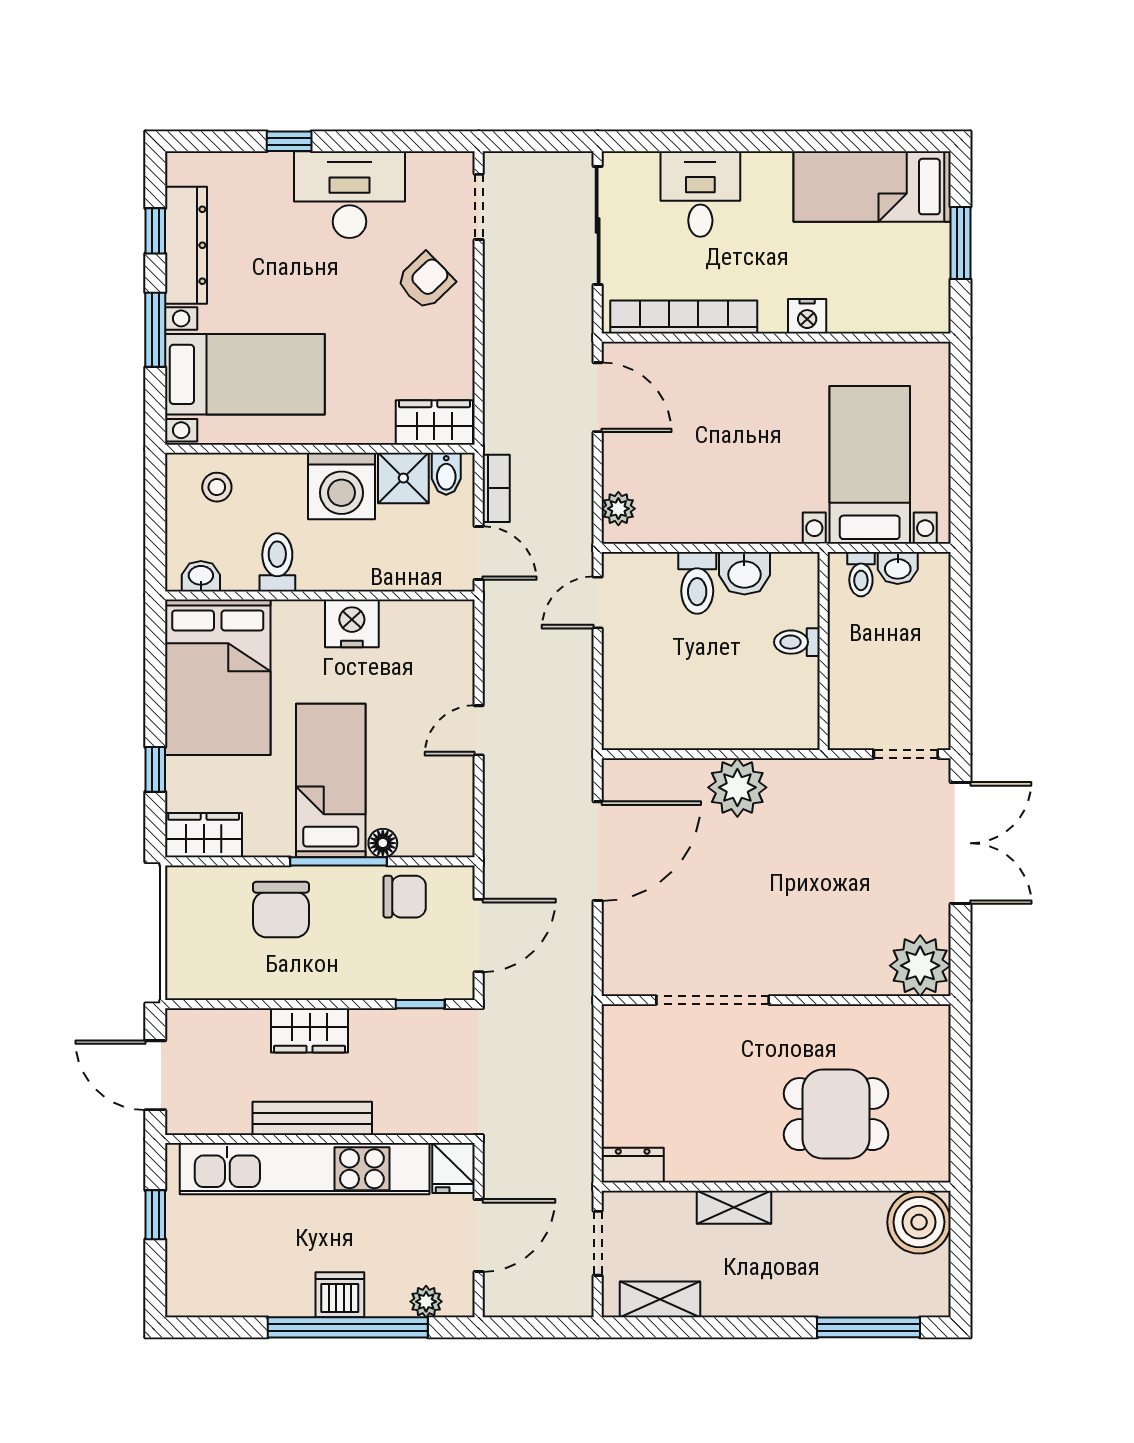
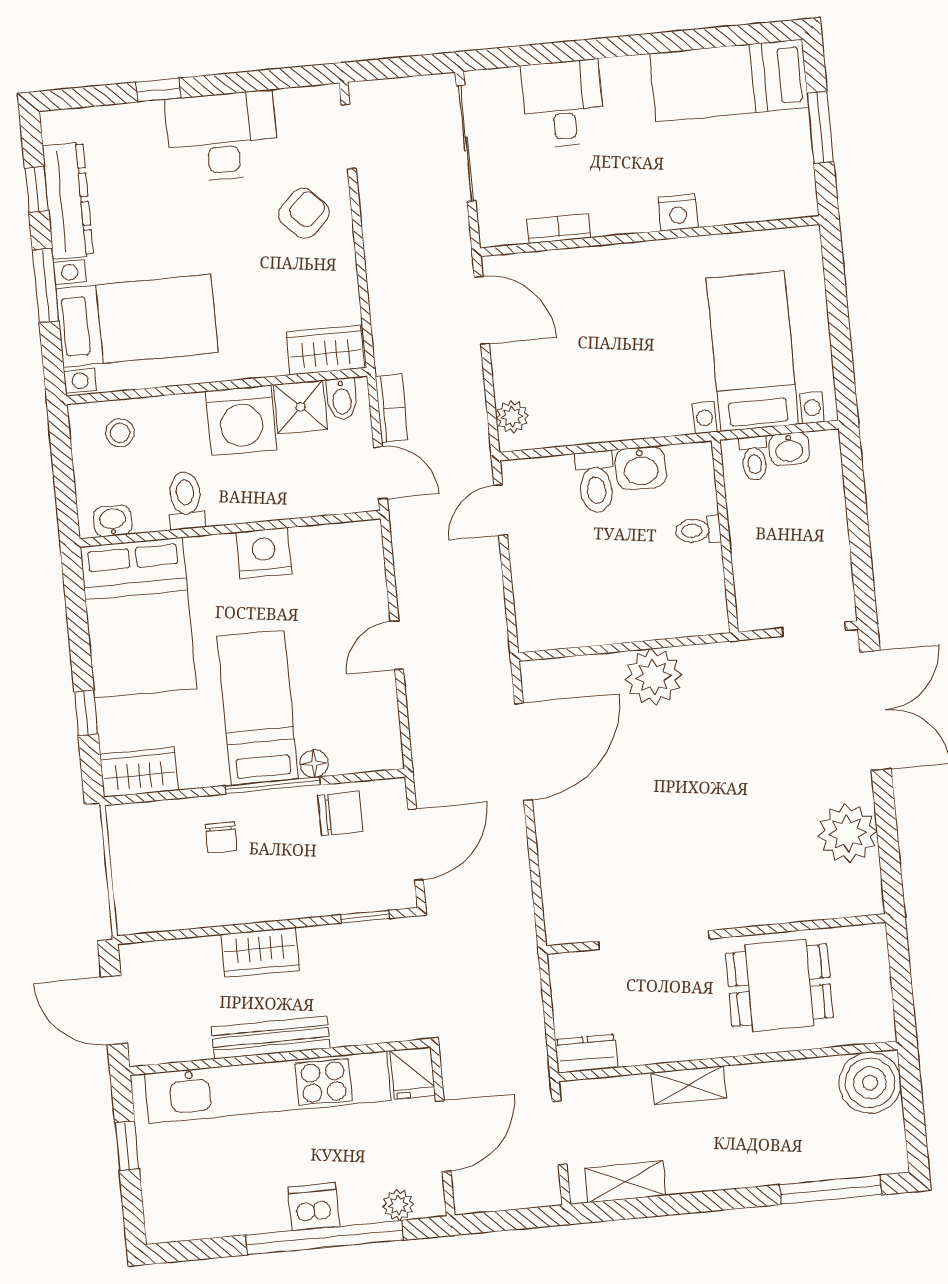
bookcase: (684, 317) -> (559, 228), width x0.43, depth x0.76
chair: (281, 910) -> (221, 838), width x0.54, depth x0.54
doorway: (712, 1000) -> (654, 940), moved
wall: (776, 1000) -> (716, 934), moved

